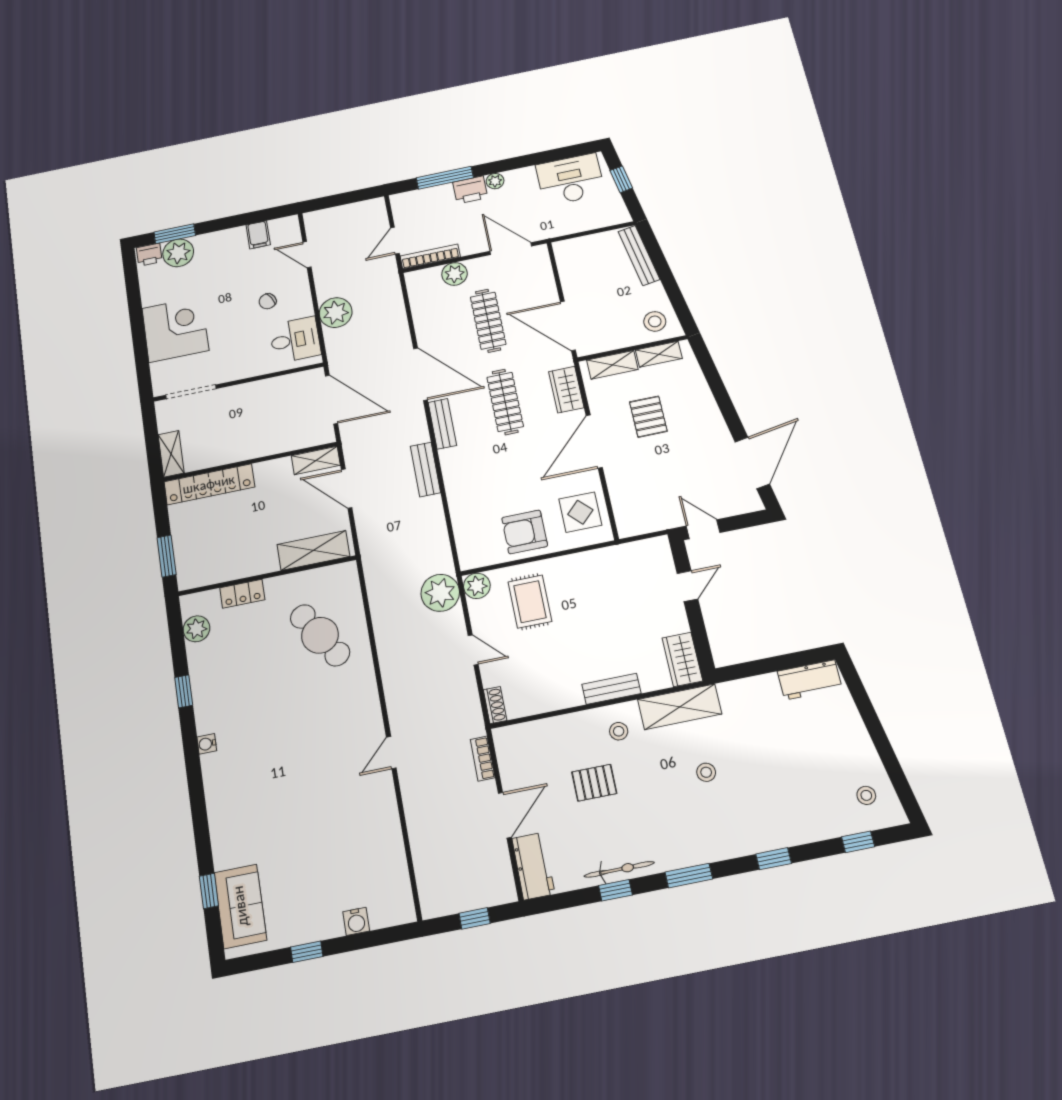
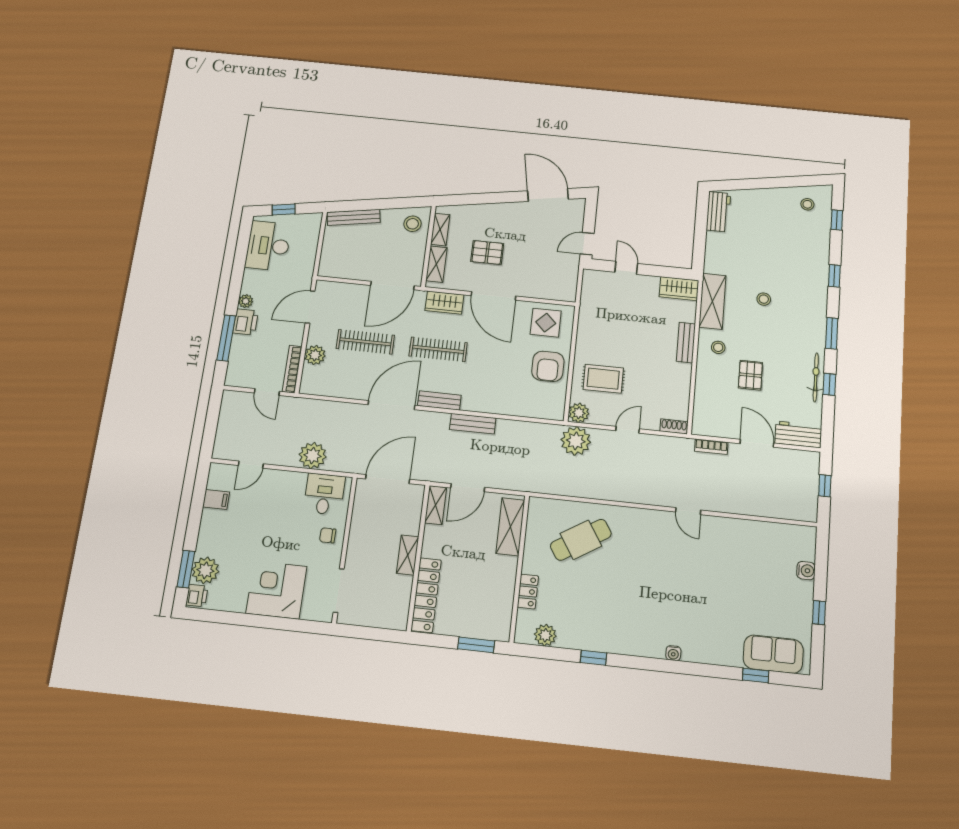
chair: (268, 301) -> (328, 535), moved, turned 119
shelving: (171, 454) -> (408, 555), moved, turned 90
water cooler: (207, 744) -> (673, 653), moved

